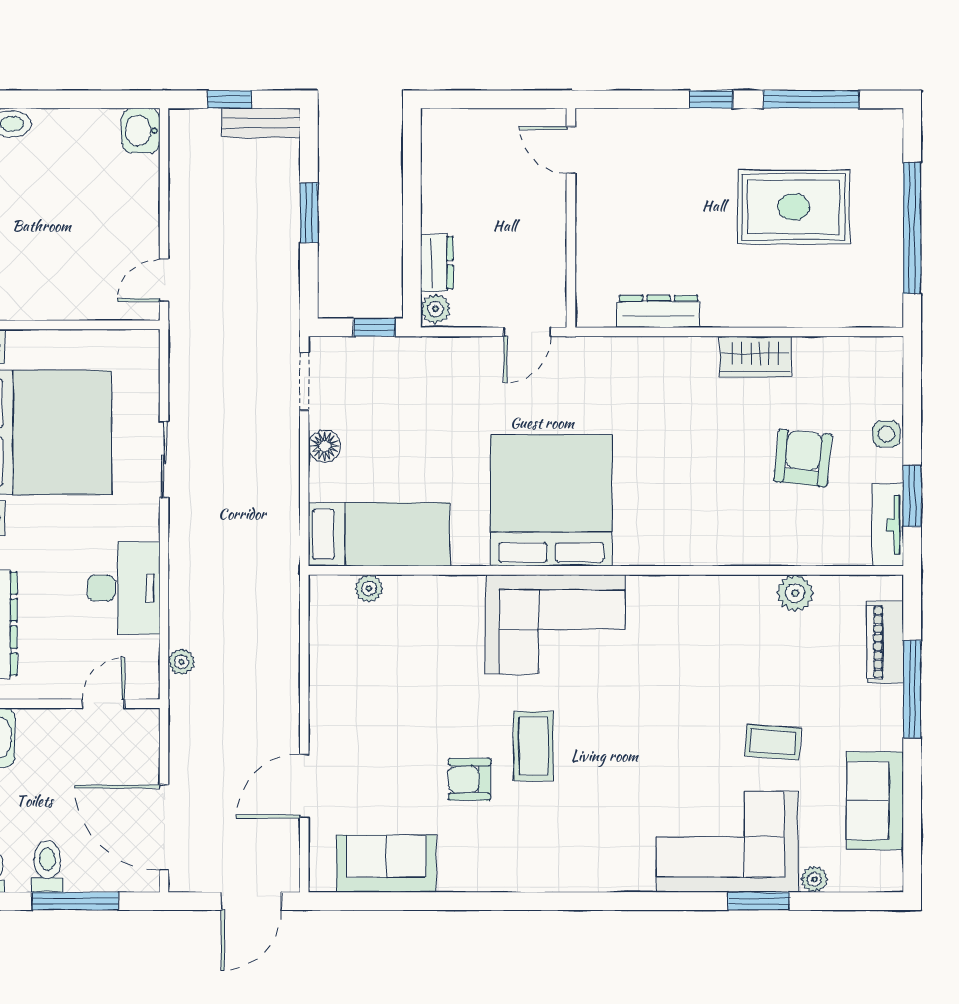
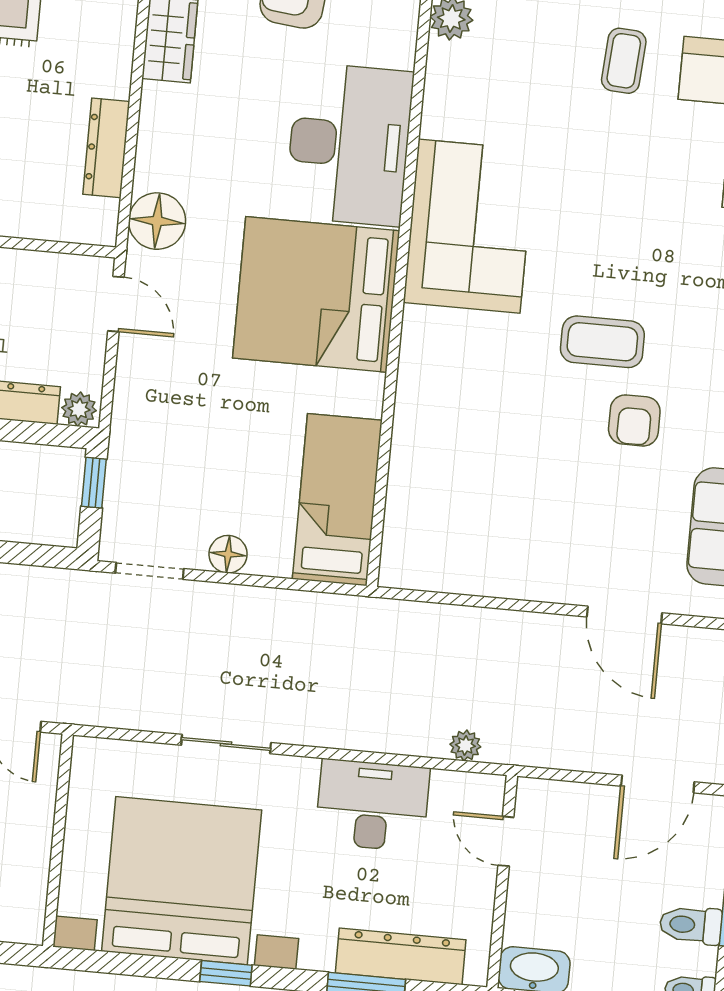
floor lamp: (601, 360) -> (157, 221), added
desk: (681, 517) -> (349, 144), added
plant: (369, 588) -> (400, 518), removed
corner sofa: (555, 624) -> (469, 226), moved
door: (164, 827) -> (658, 784), width x0.73

